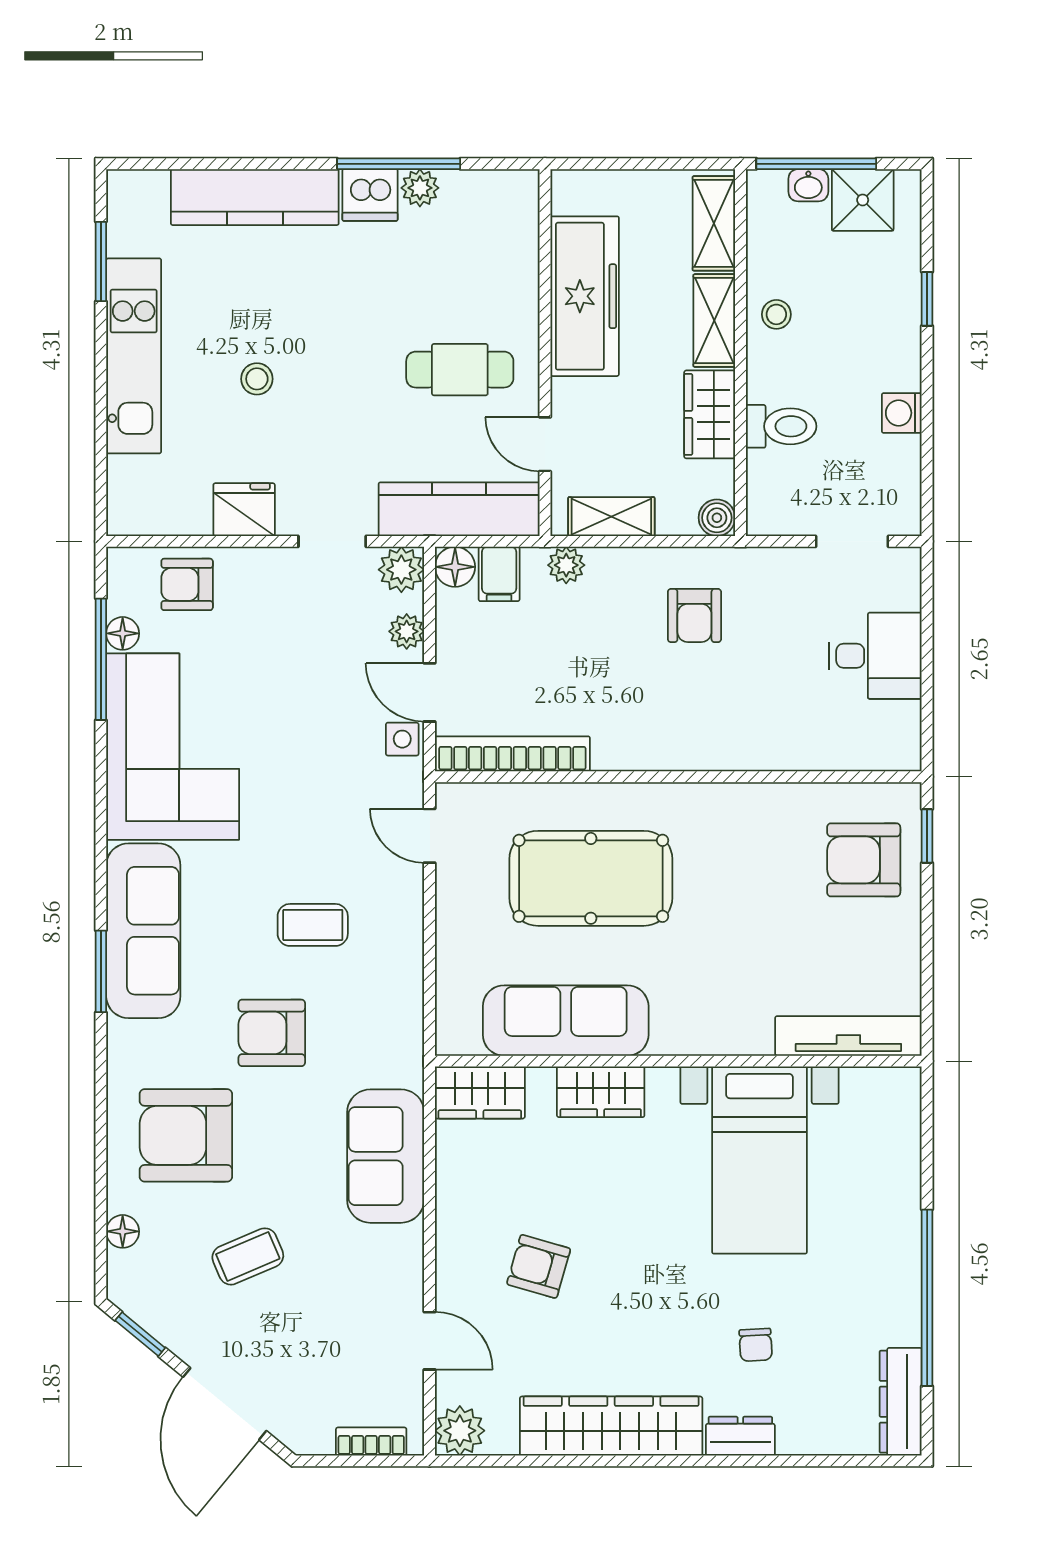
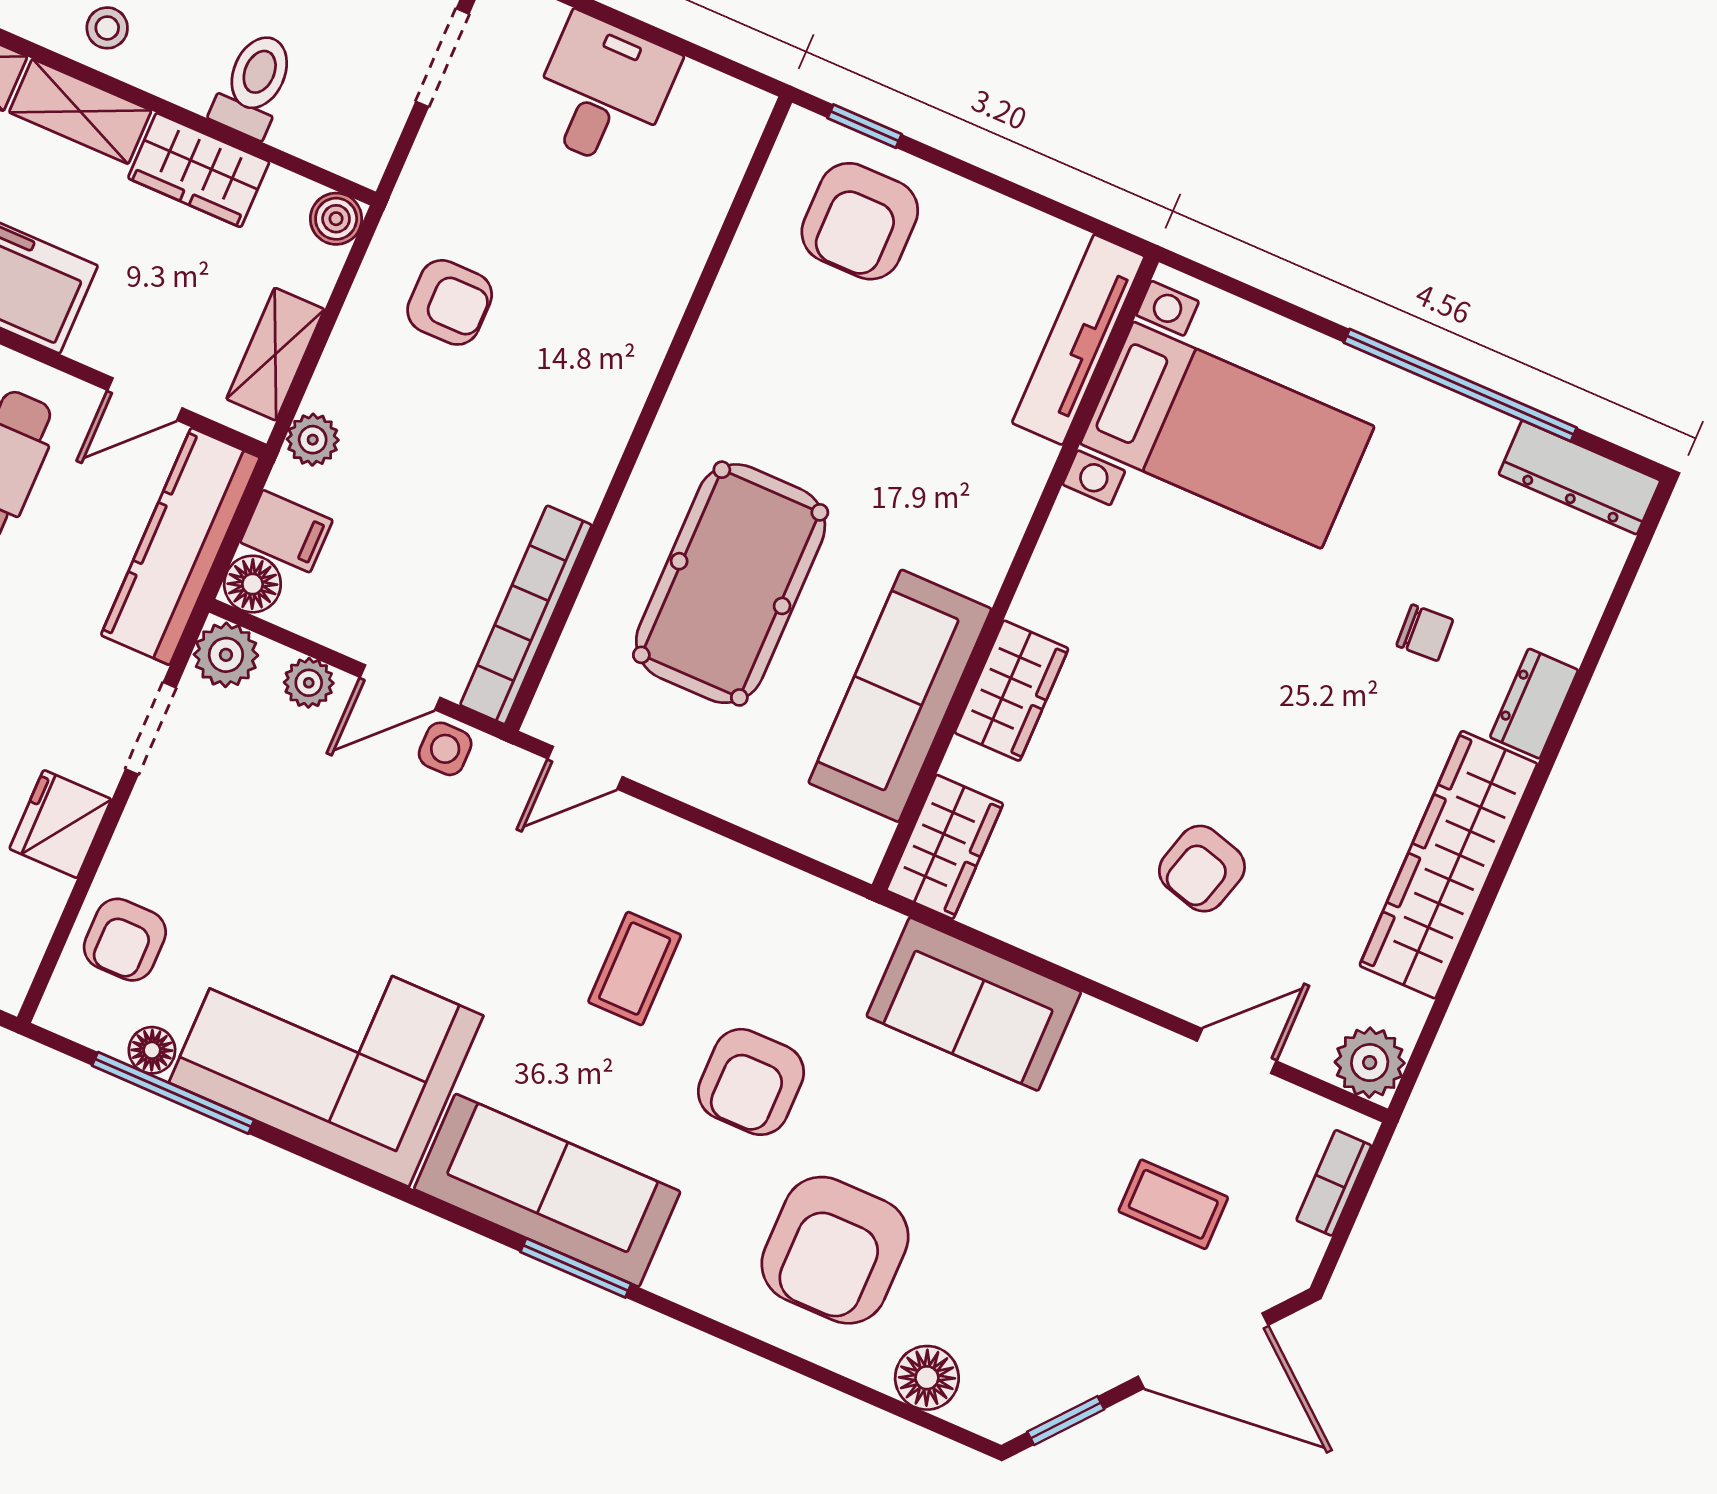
bed with nightstands: (760, 1160) -> (1227, 435), moved
floor lamp: (123, 1231) -> (927, 1378), width x1.37, depth x1.37
coffee table: (248, 1256) -> (1173, 1204), moved, turned -67

